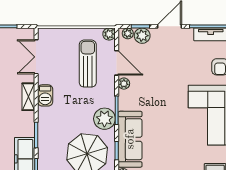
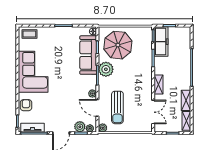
barbecue: (45, 95) -> (147, 85), removed

